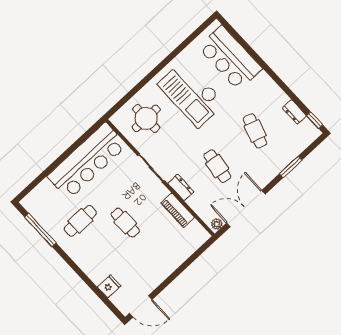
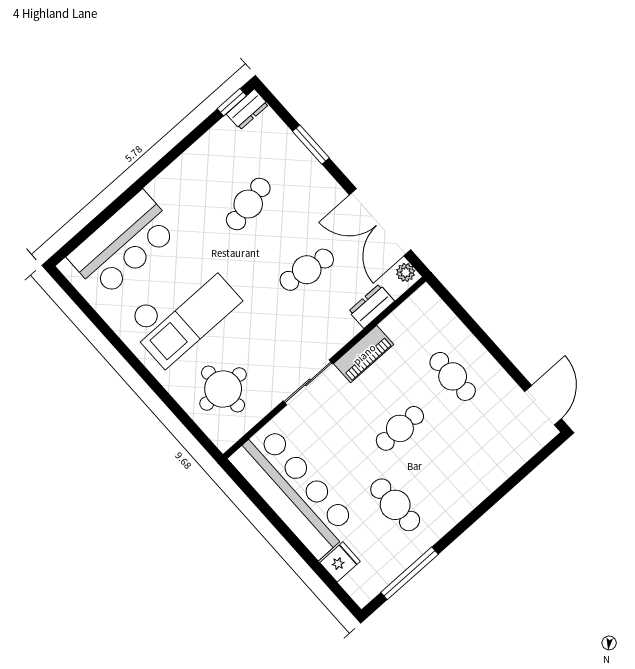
dresser: (294, 112) -> (247, 109), moved
cafe table: (255, 131) -> (248, 204), turned -30
dresser: (181, 187) -> (372, 306), moved
piano: (178, 210) -> (364, 354), moved
cafe table: (156, 253) -> (453, 376), added
fridge: (109, 286) -> (340, 562), moved, turned 90

